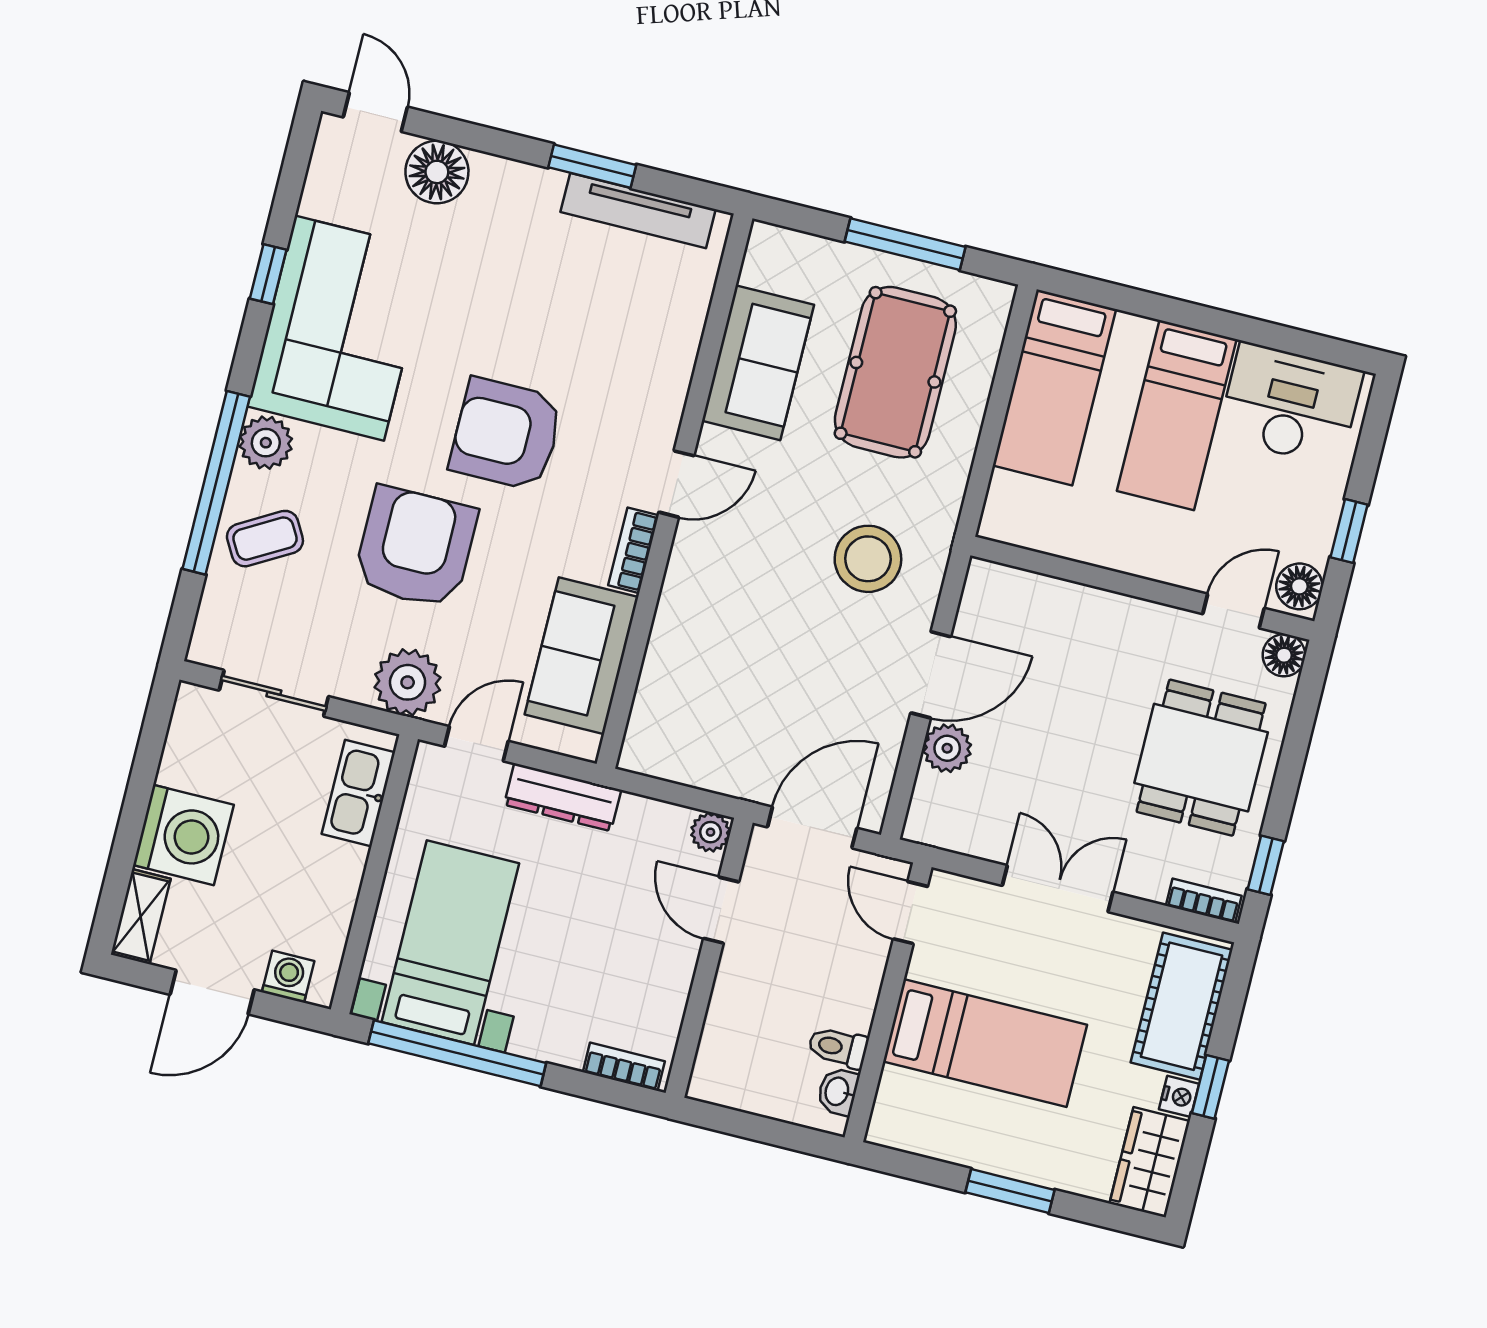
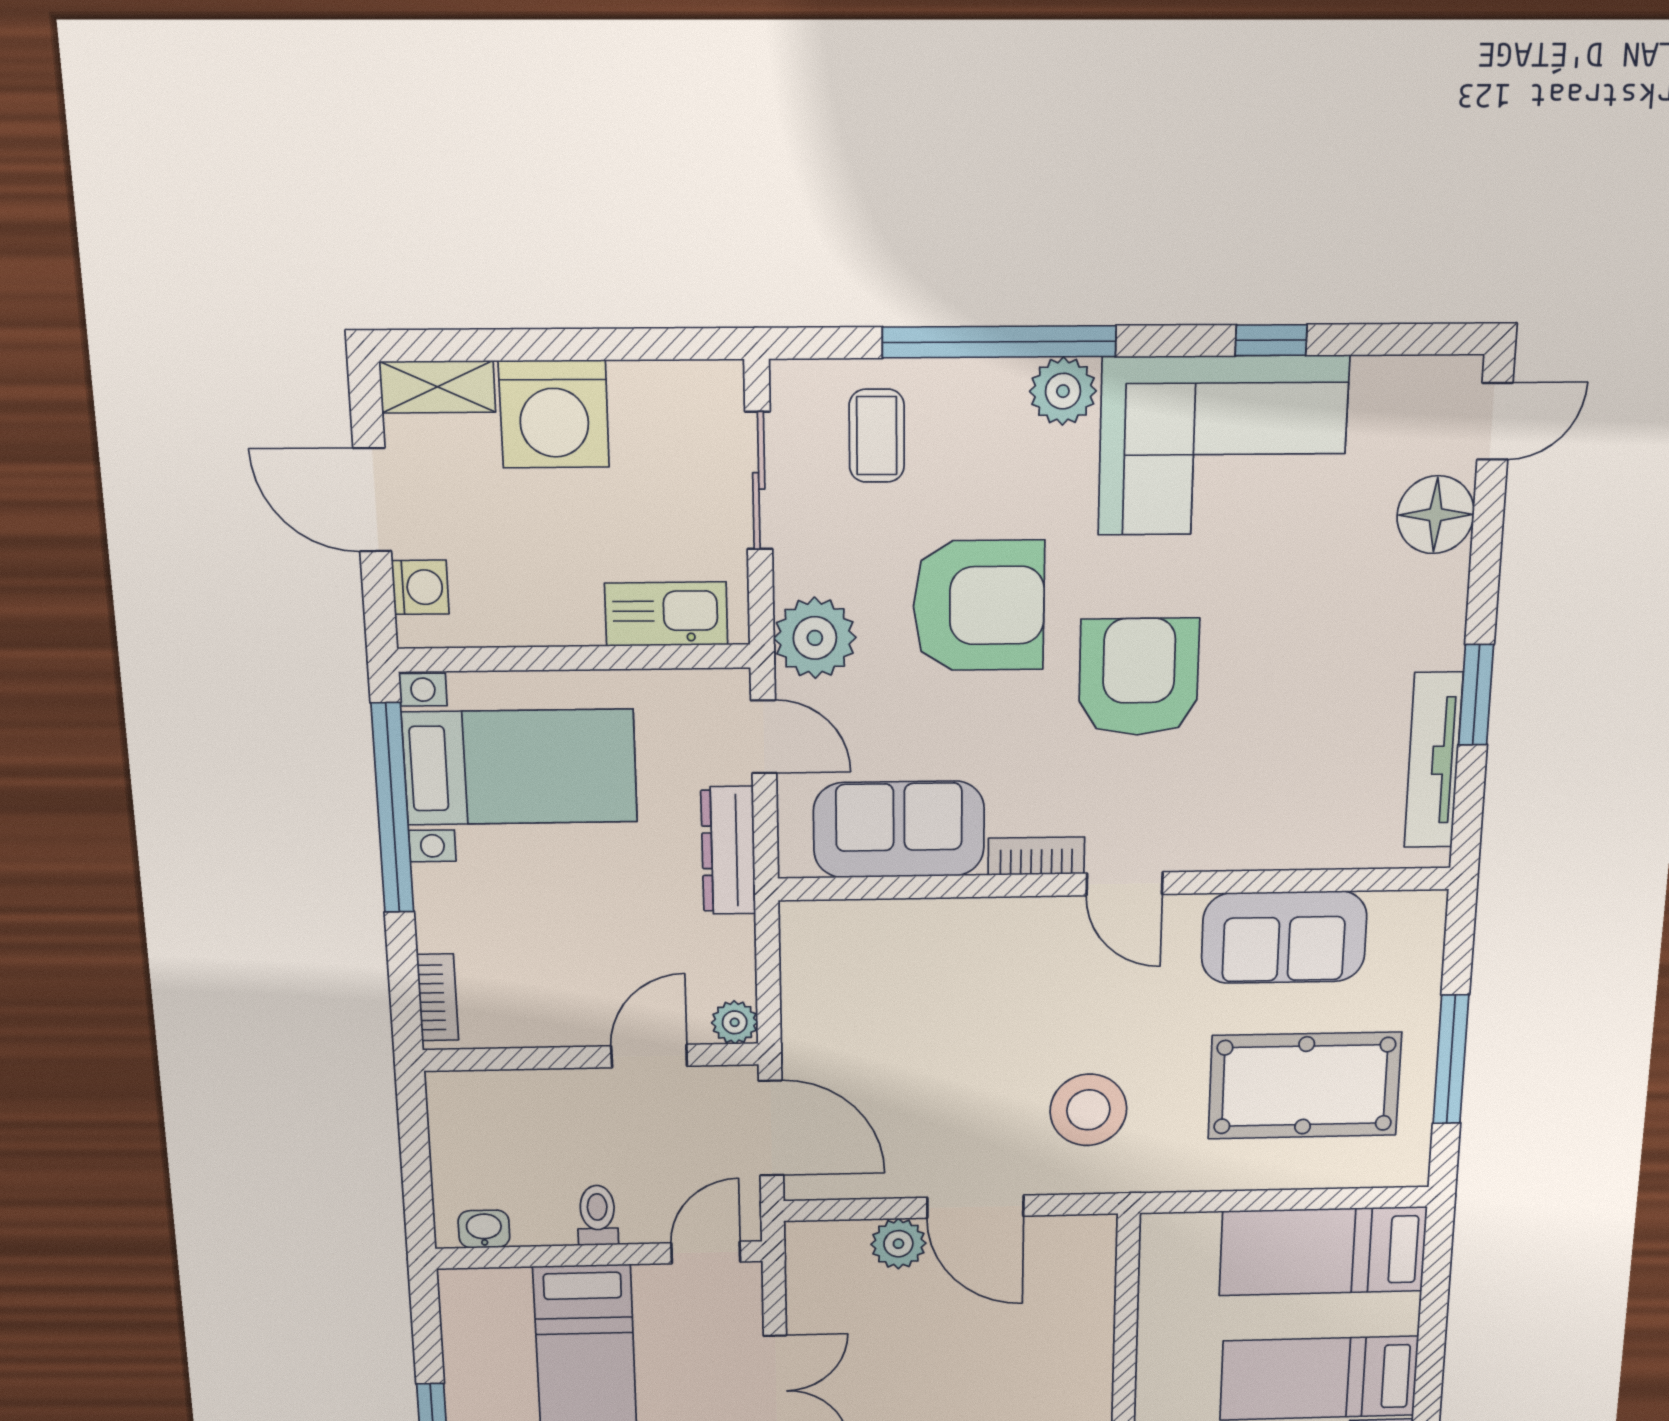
coffee table: (265, 539) -> (877, 436), moved, turned 30
toilet: (838, 1047) -> (597, 1215), moved

